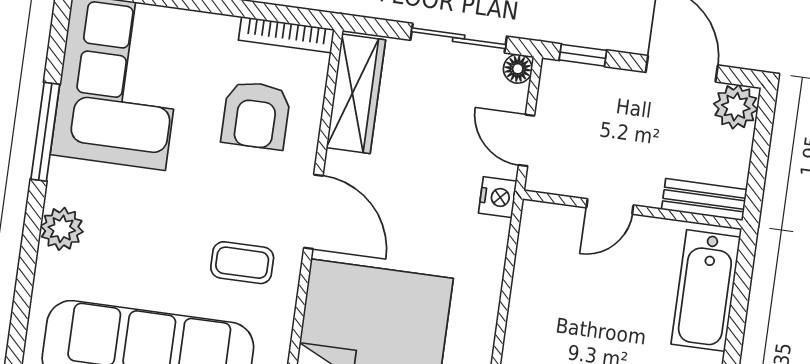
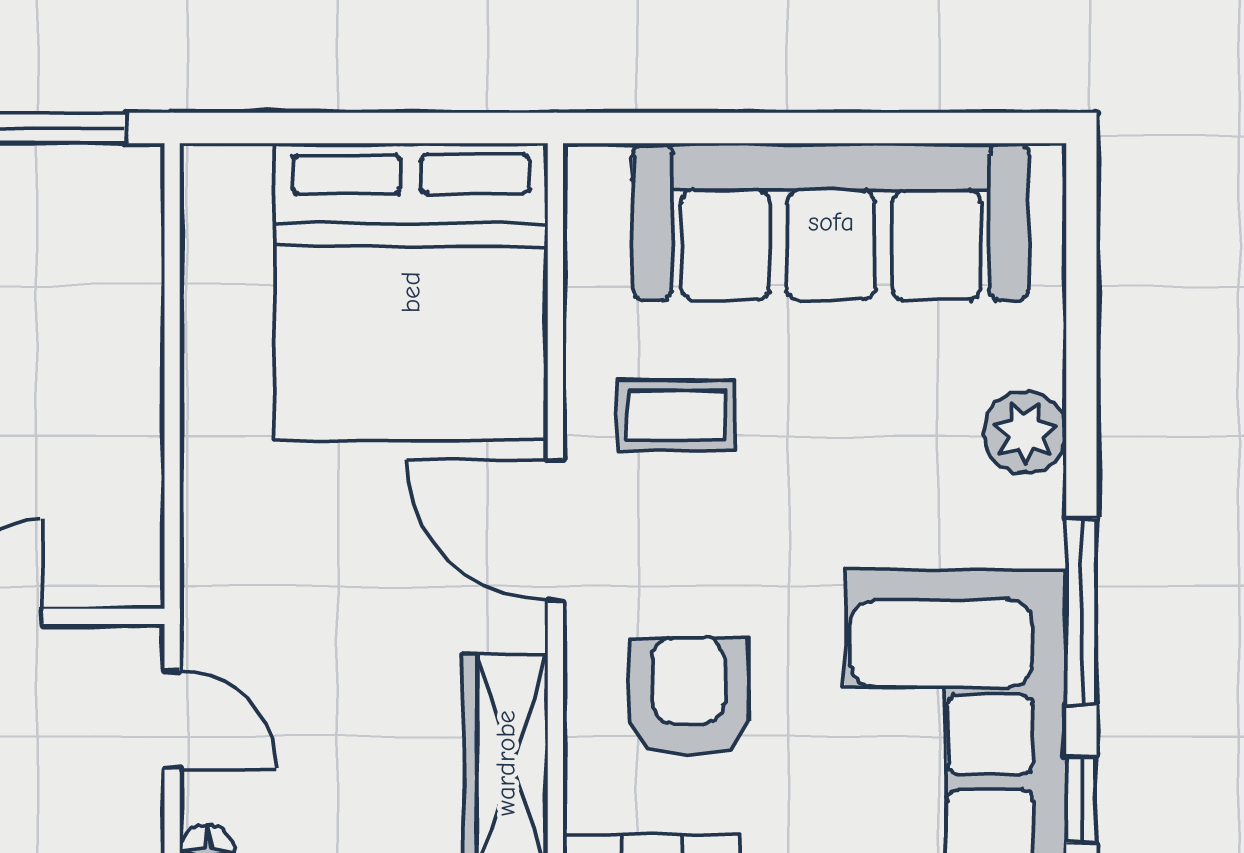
window: (59, 34) -> (1081, 799), added
nightstand: (498, 197) -> (212, 605), removed

